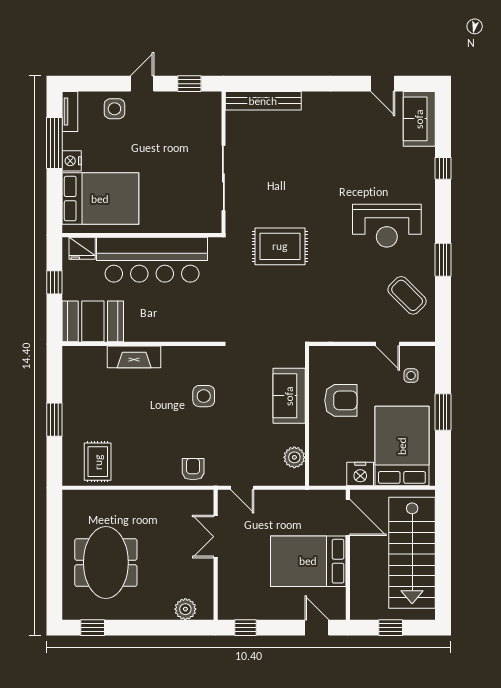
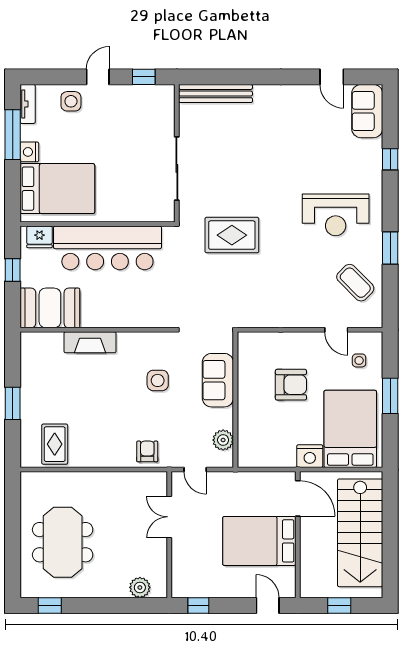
sofa: (289, 396) -> (218, 380), moved
wall: (307, 416) -> (235, 400), moved
plant: (294, 457) -> (223, 440), moved

